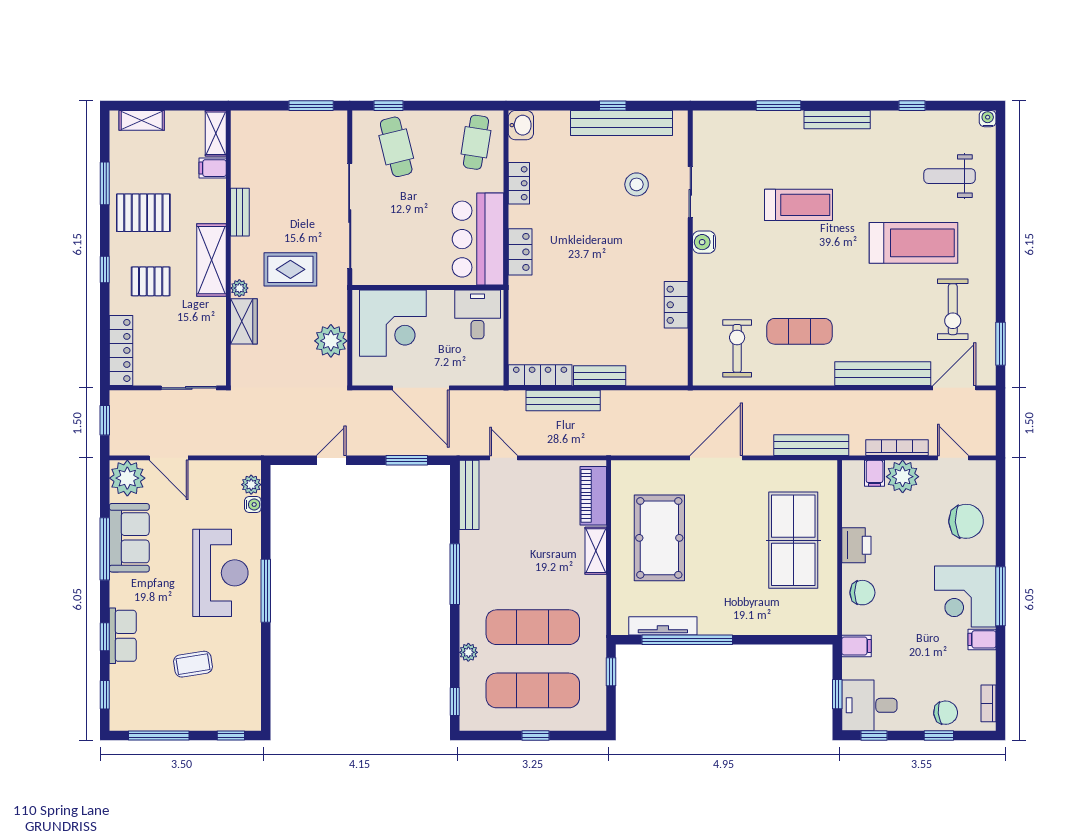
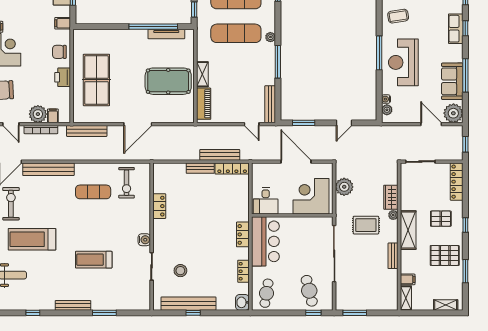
pool table: (659, 538) -> (168, 81), turned 90
plant: (468, 652) -> (270, 37), moved
coffee table: (193, 664) -> (398, 16), moved

